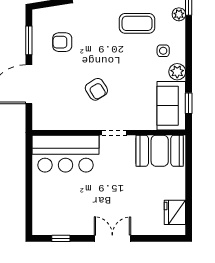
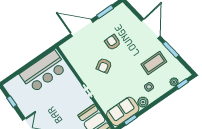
coffee table: (137, 23) -> (154, 63), turned 90
armchair: (62, 42) -> (113, 42), moved
bar counter: (66, 154) -> (43, 72), moved, turned -90

